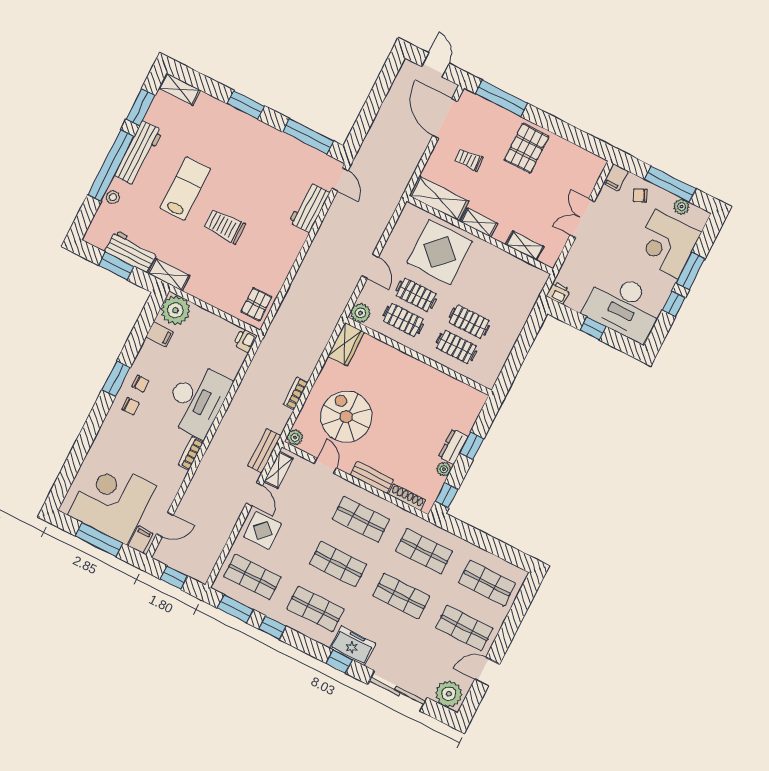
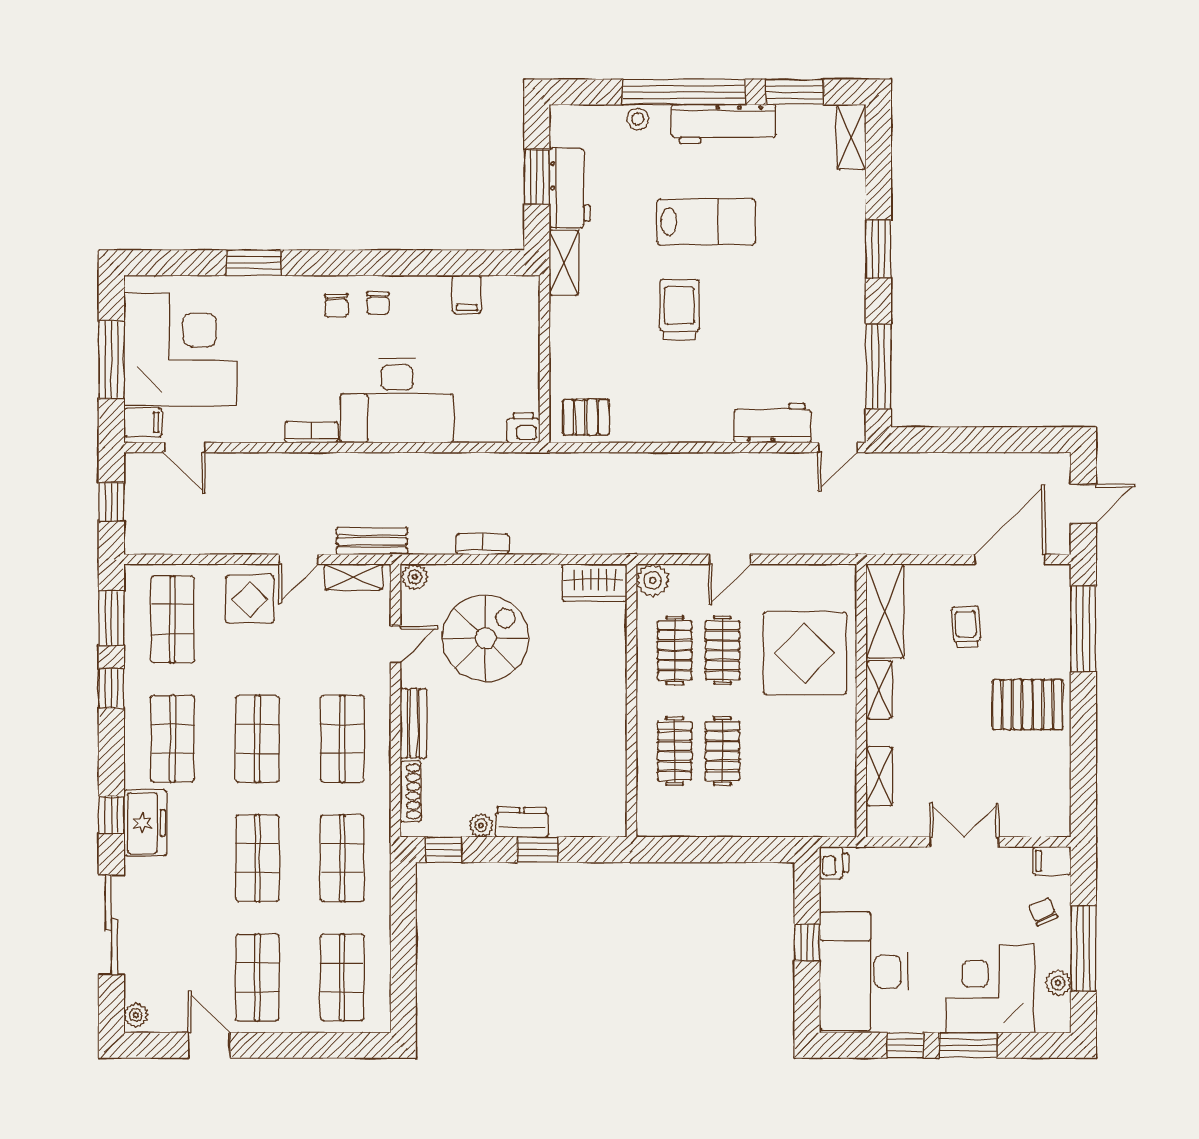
plant: (176, 310) -> (515, 300), removed
window: (116, 379) -> (254, 263), moved
plant: (449, 694) -> (136, 1015), width x0.53, depth x0.53

